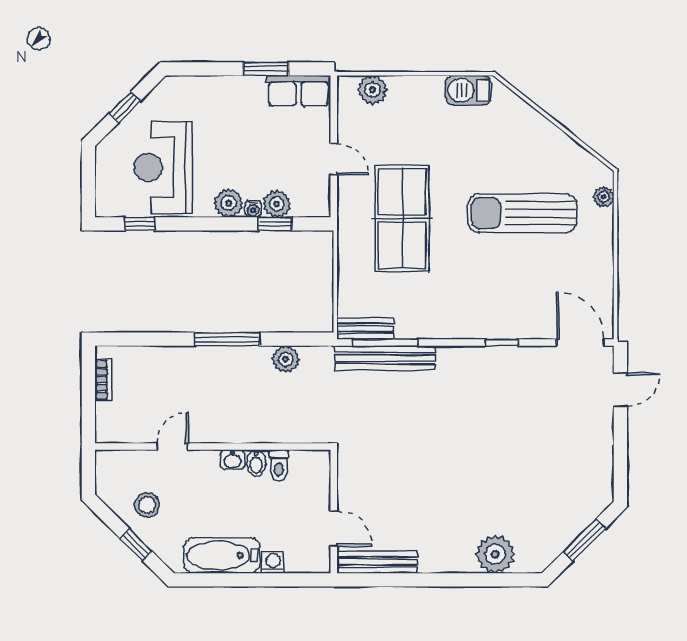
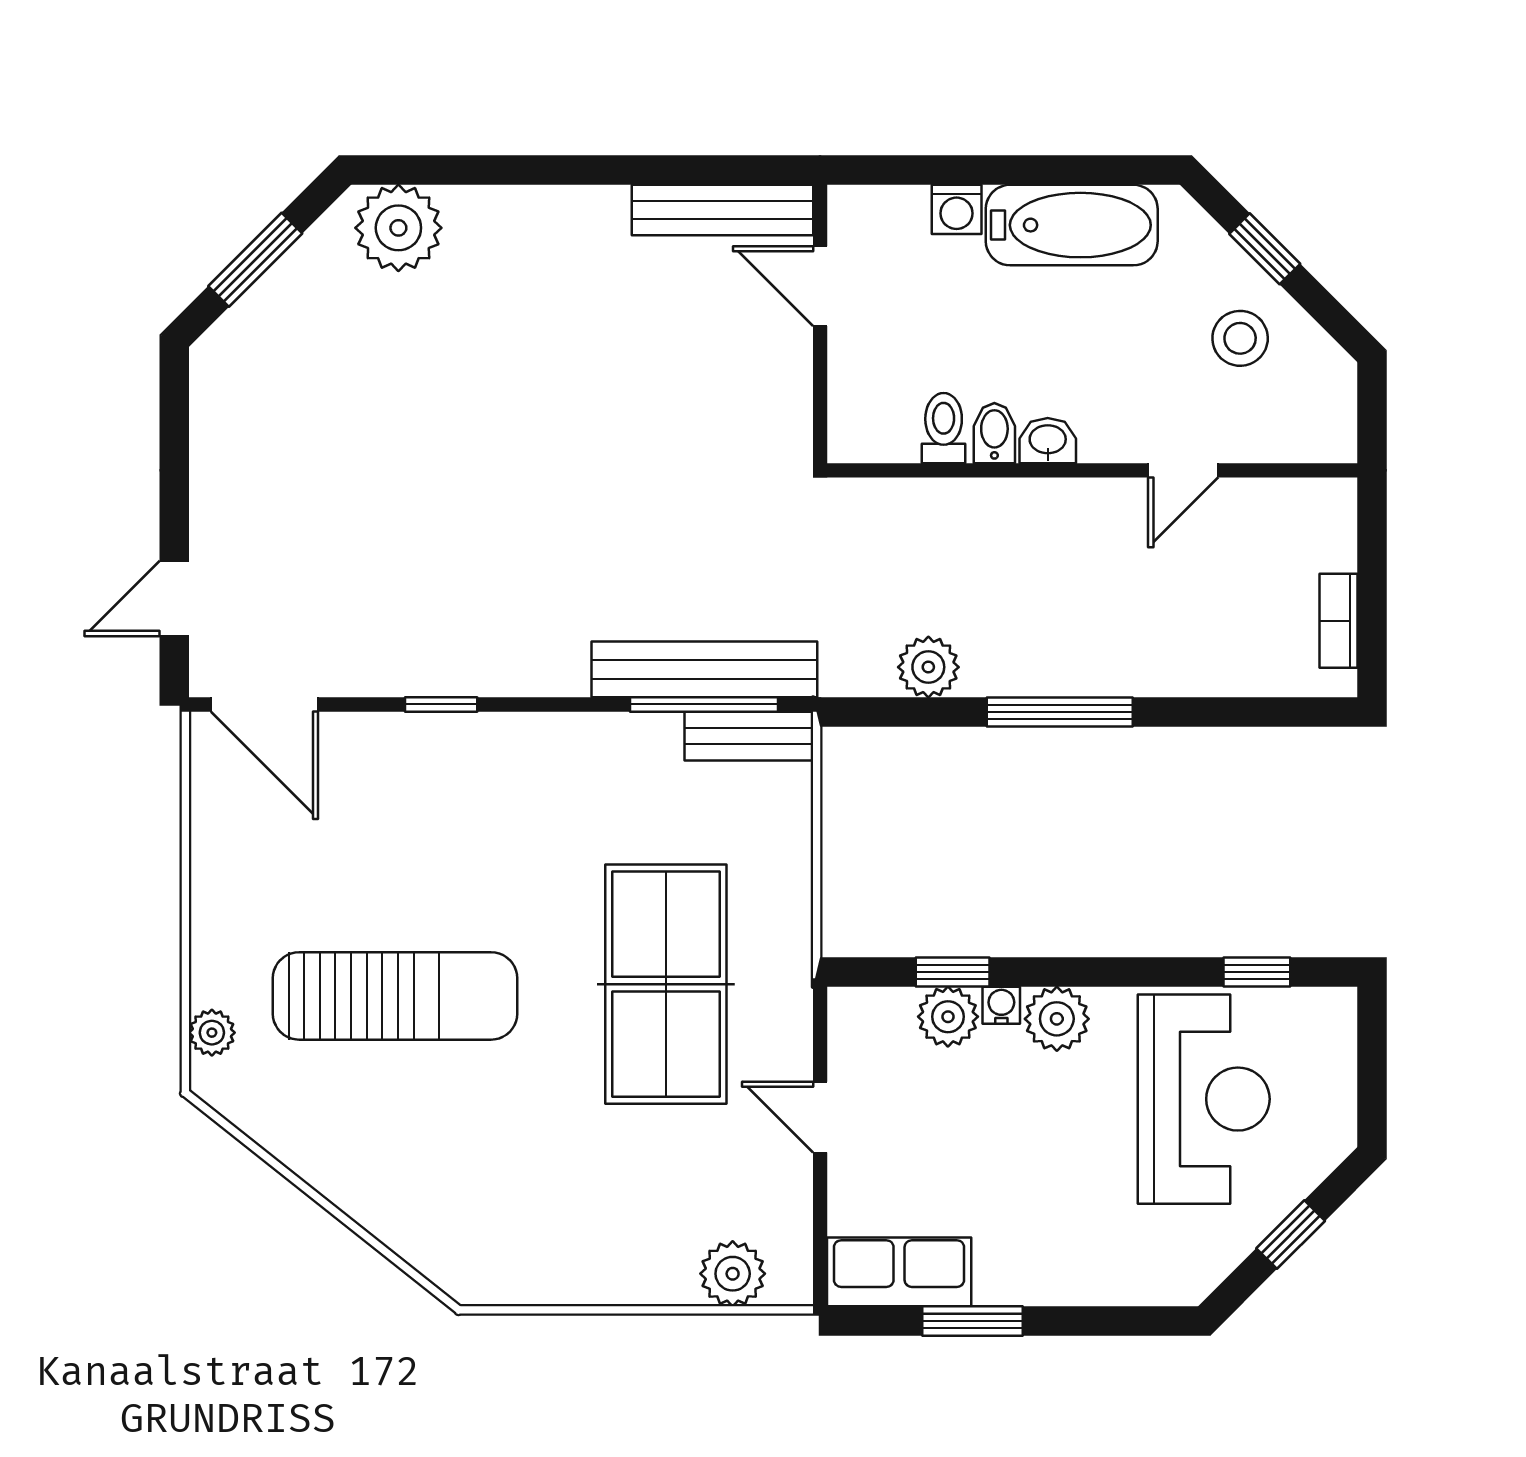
barbecue: (468, 90) -> (517, 1272), removed
plant: (495, 554) -> (398, 228), moved

